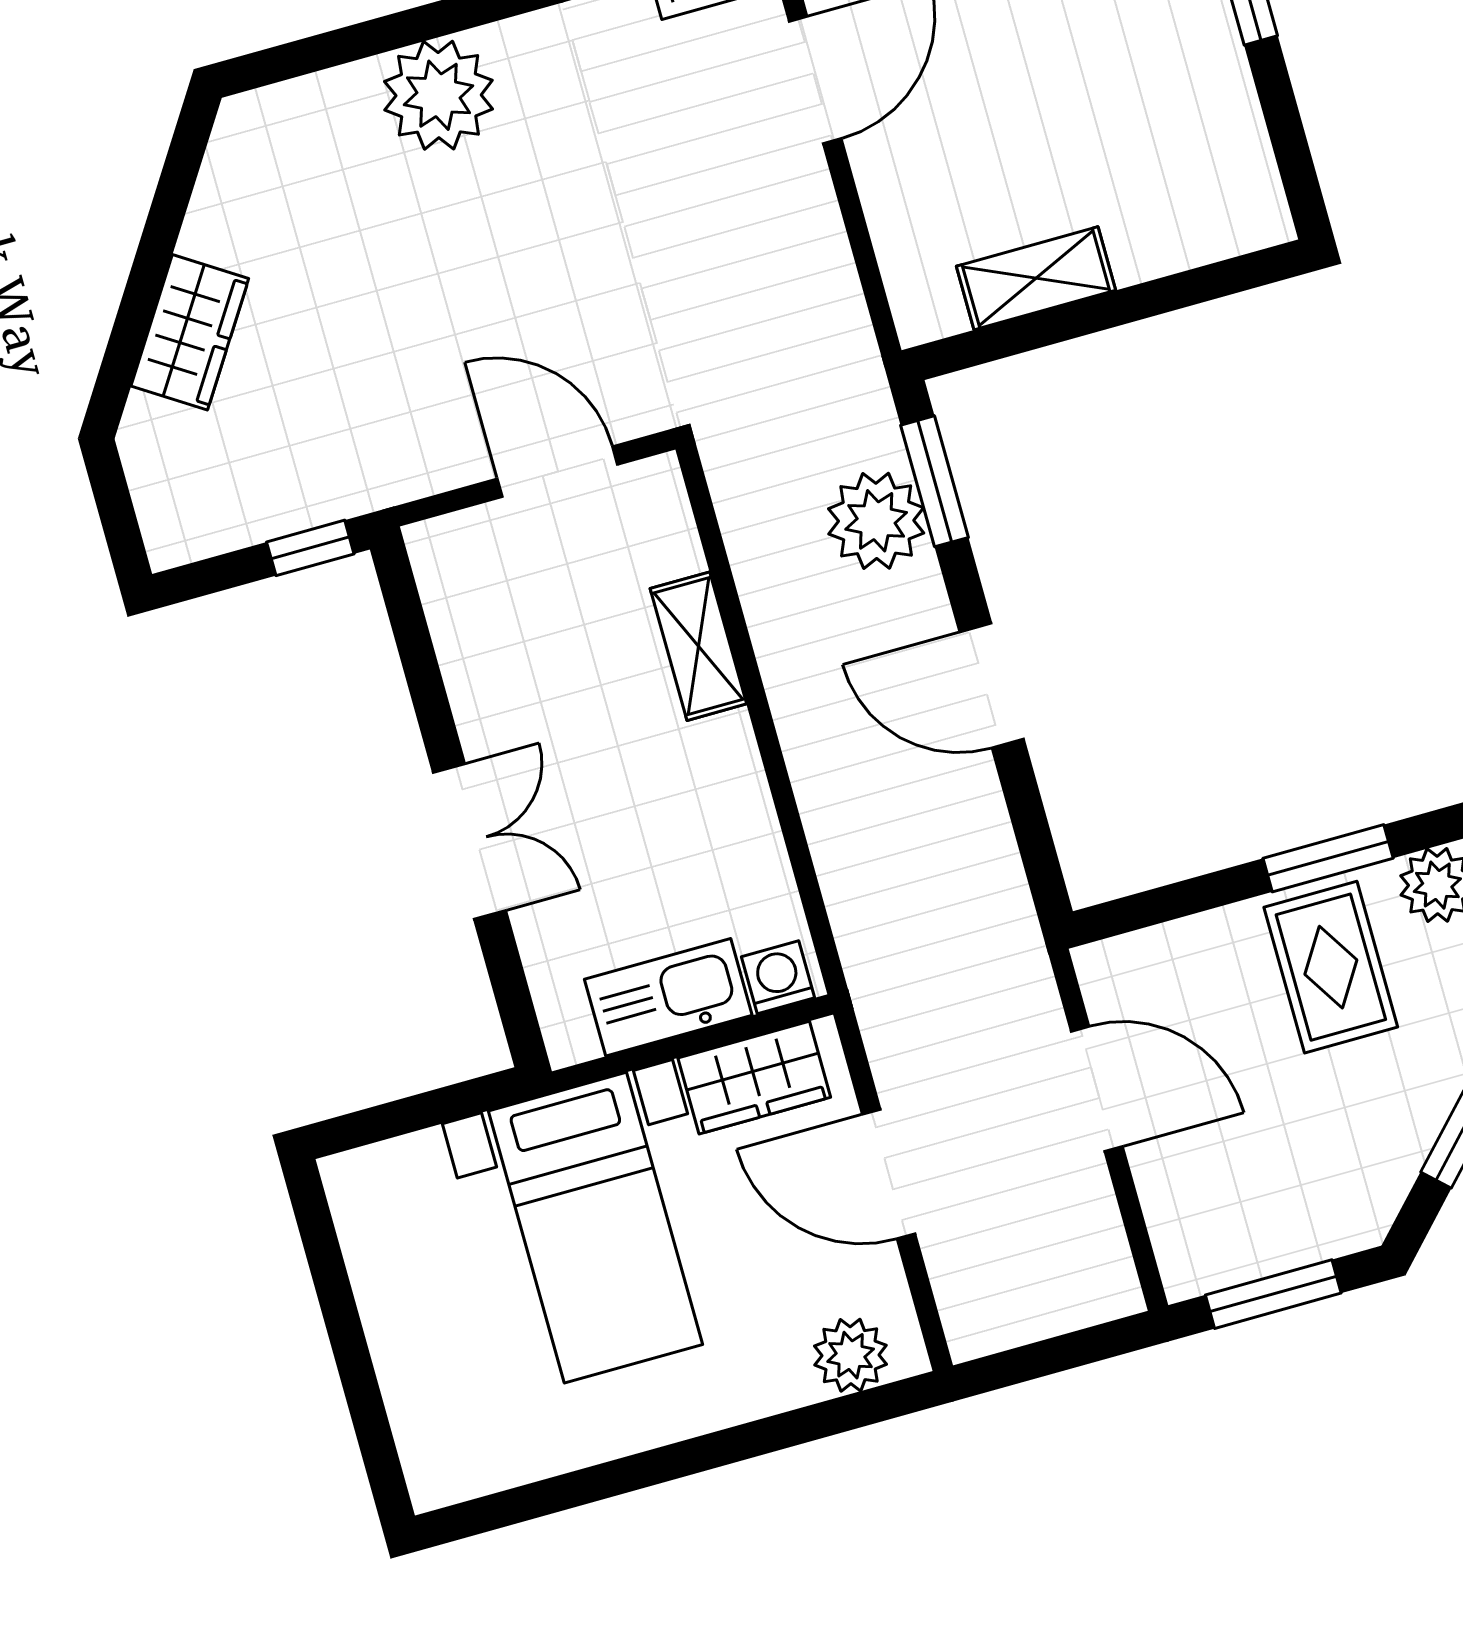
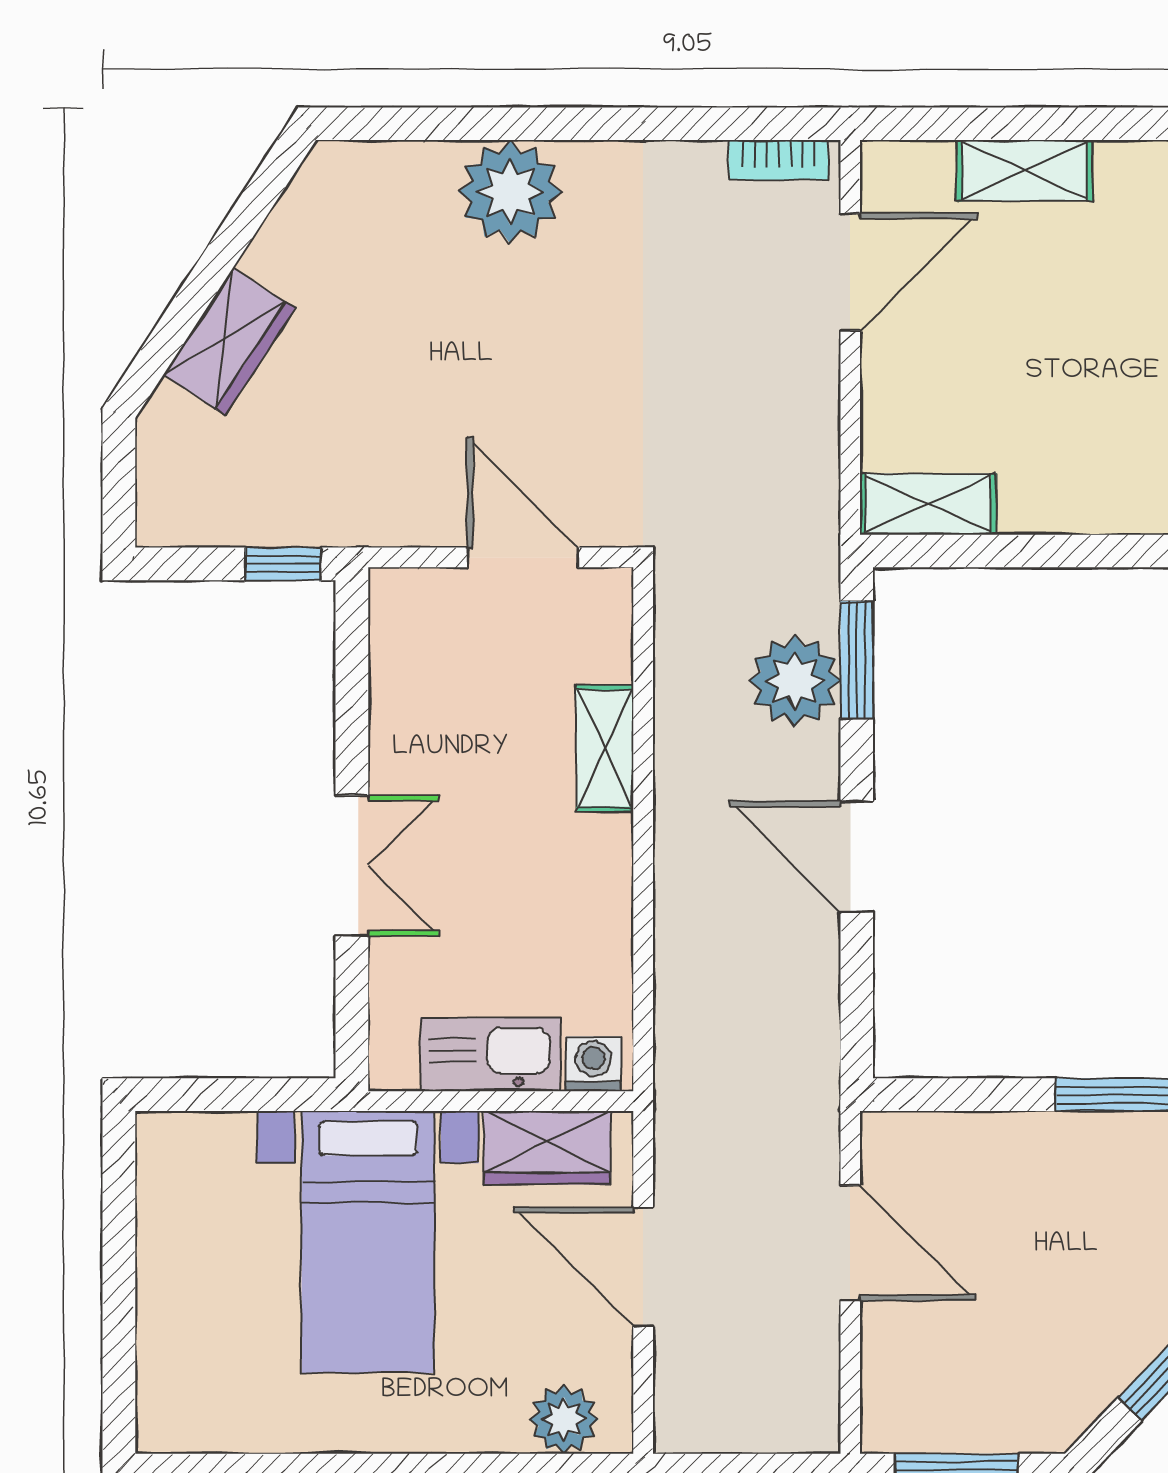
shelving: (1036, 278) -> (928, 504), moved
rug: (1331, 967) -> (1089, 1193), removed

